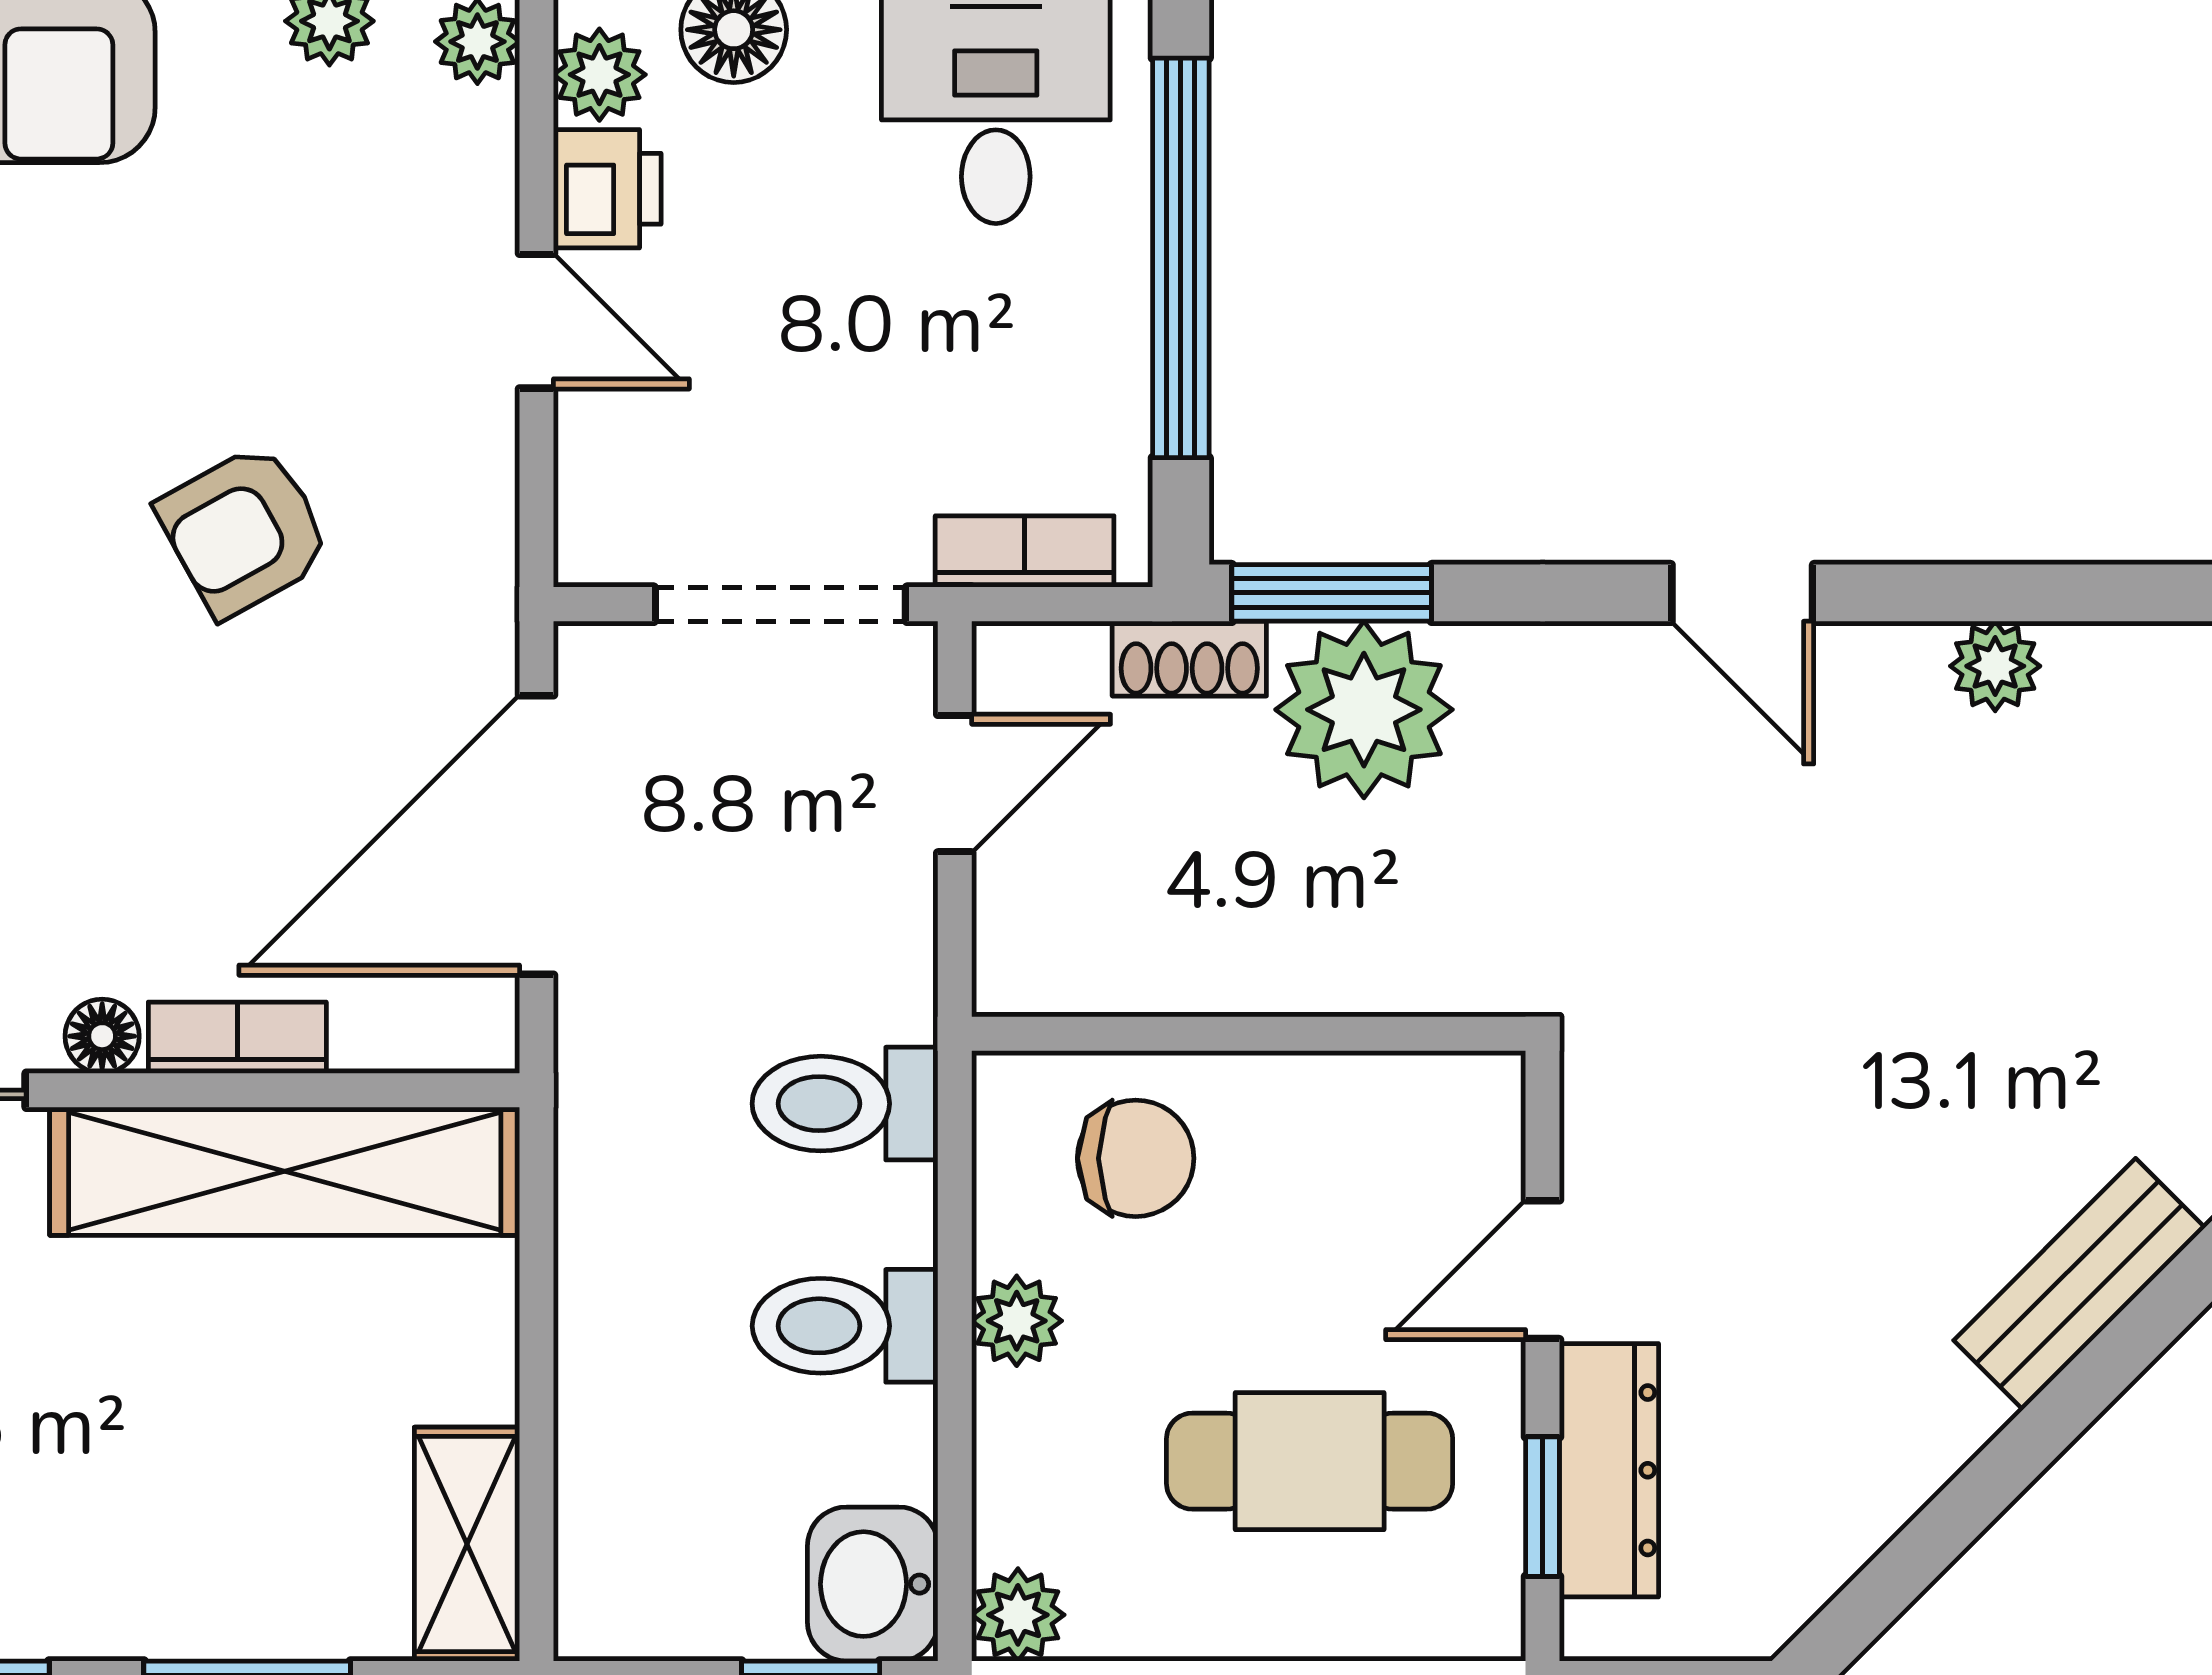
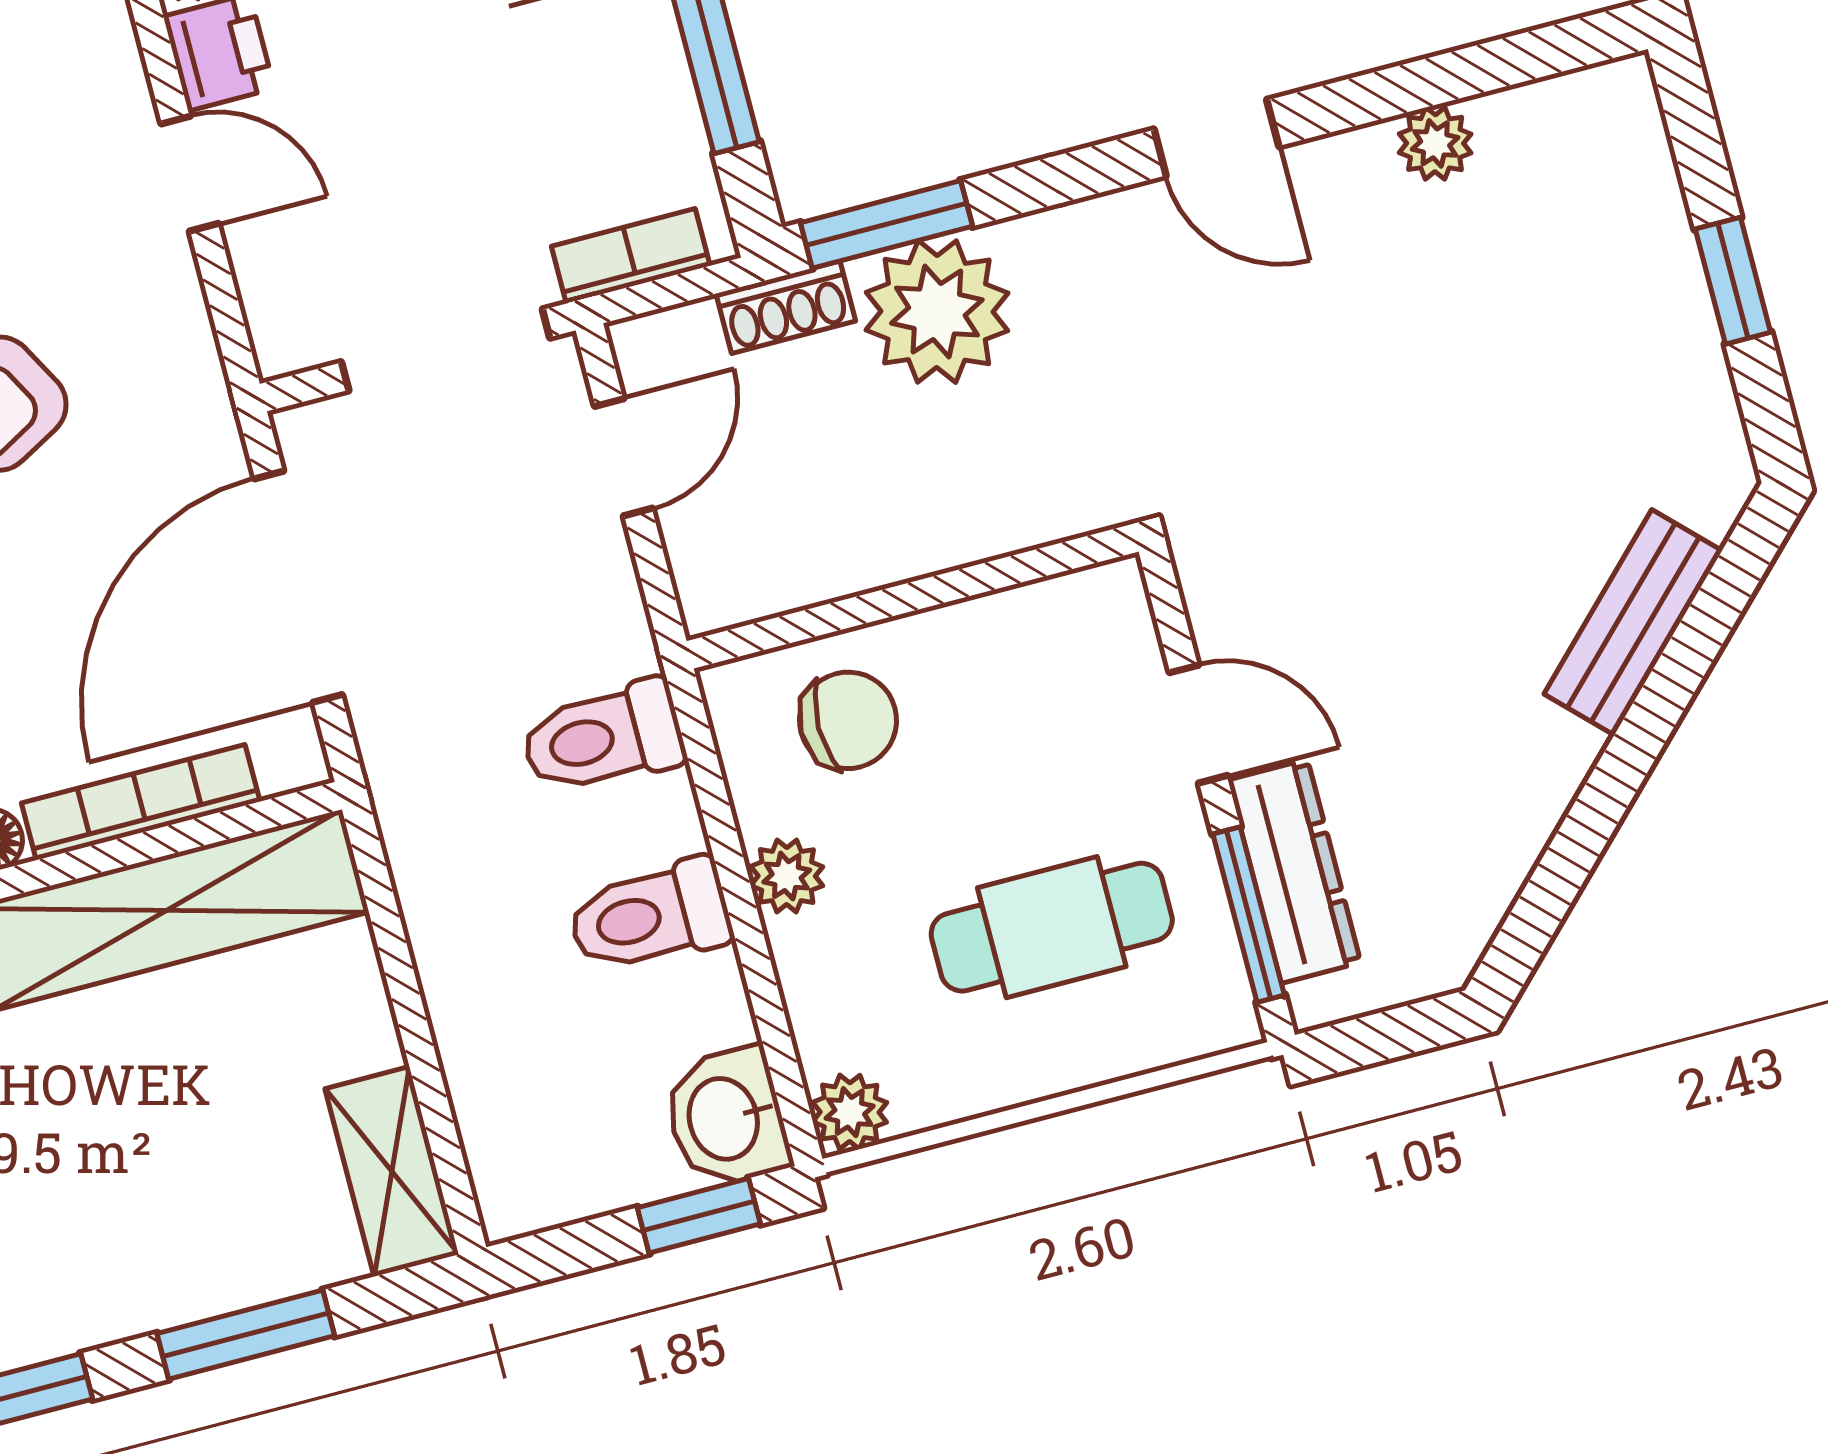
bookcase: (237, 1038) -> (141, 802), width x1.56
door: (1543, 1270) -> (1199, 724), swing flipped
window: (1543, 1507) -> (1249, 915), width x1.50

